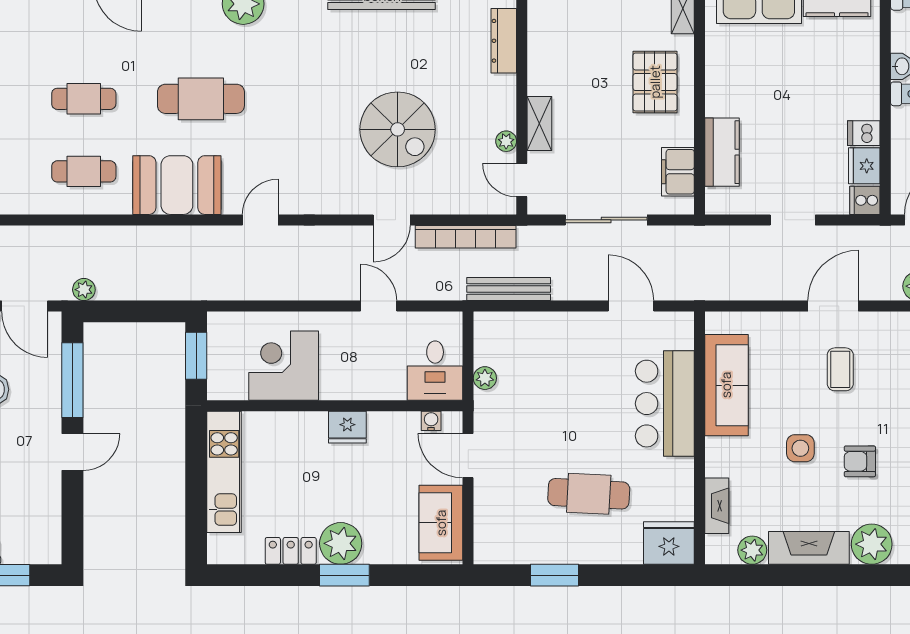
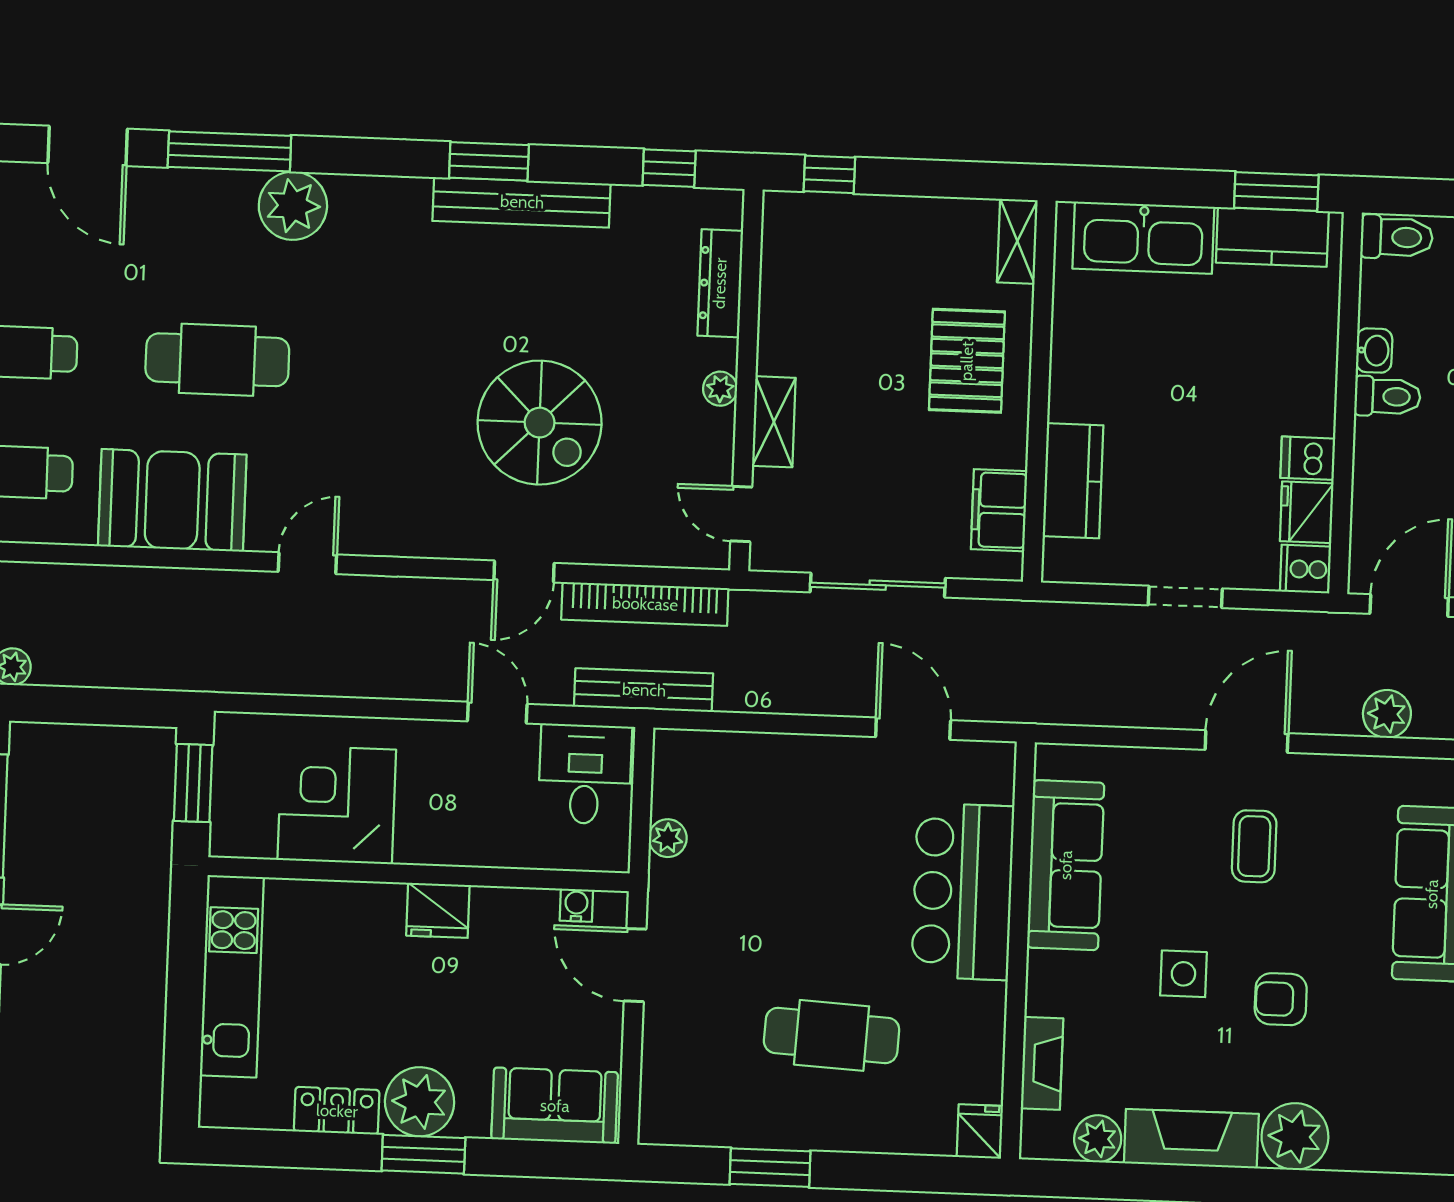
plant: (506, 141) -> (720, 389), moved
bench: (509, 289) -> (644, 690), moved
desk: (435, 371) -> (585, 774), moved, turned 180
sofa: (441, 523) -> (555, 1106), moved, turned 90
fridge: (669, 543) -> (980, 1131), width x0.53, depth x0.75

